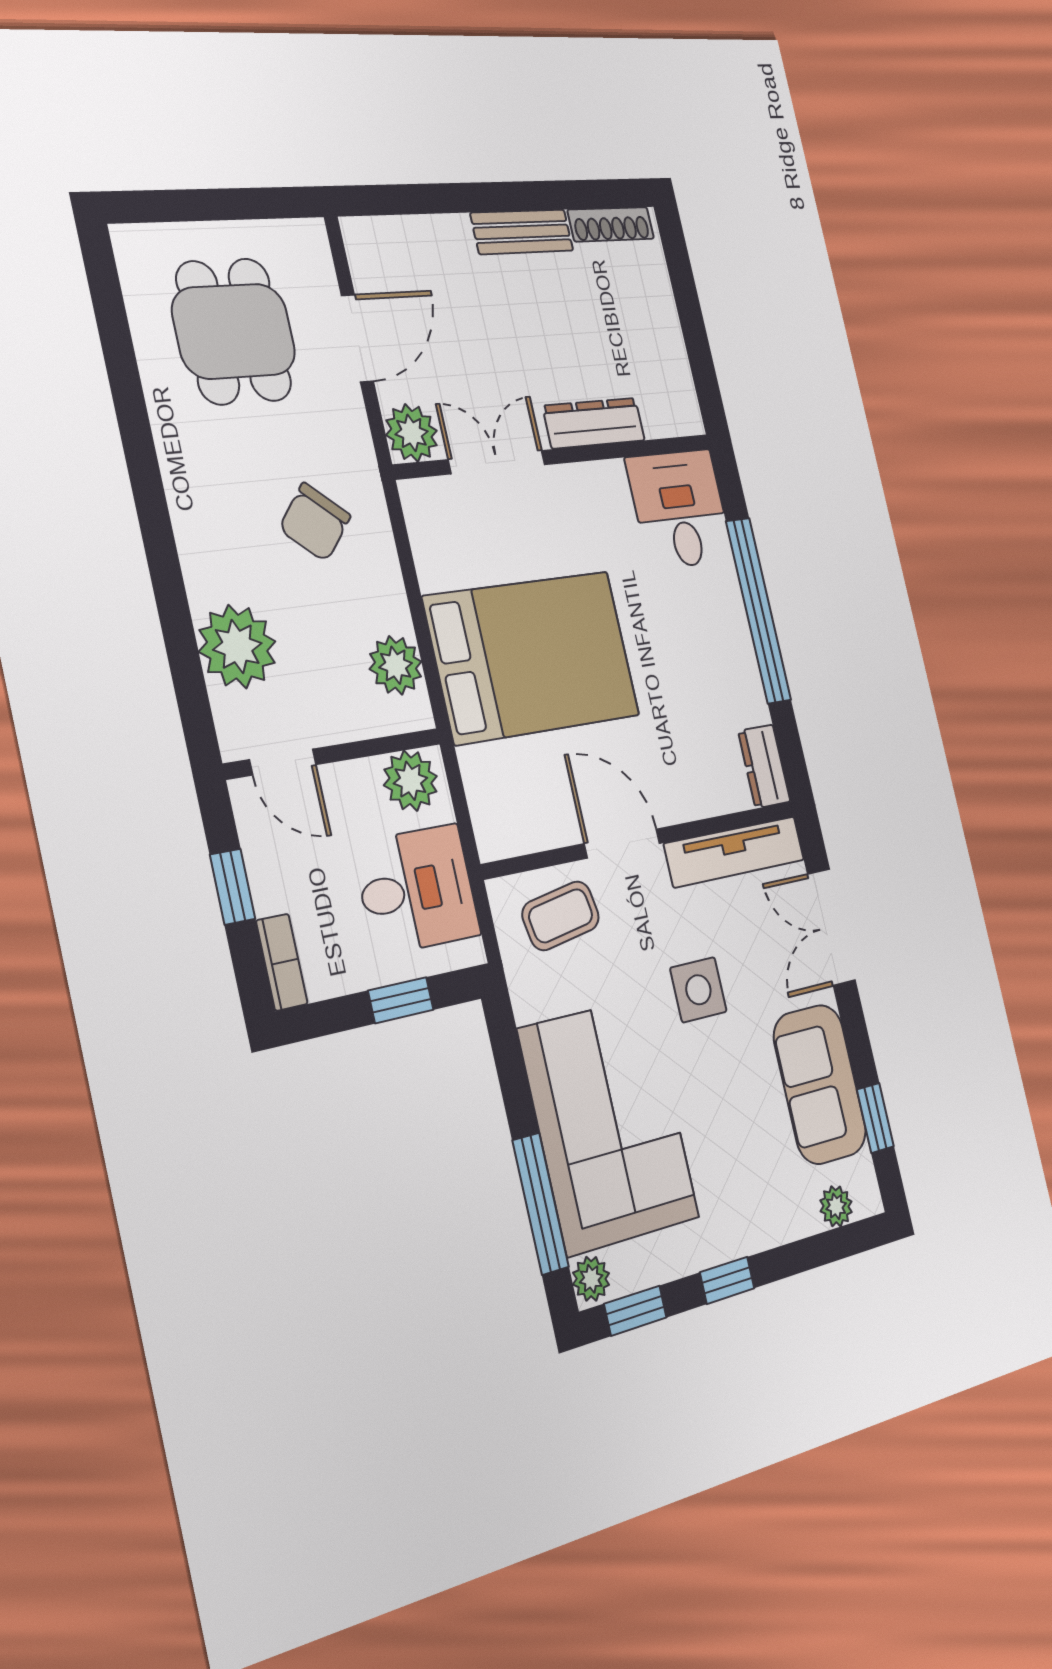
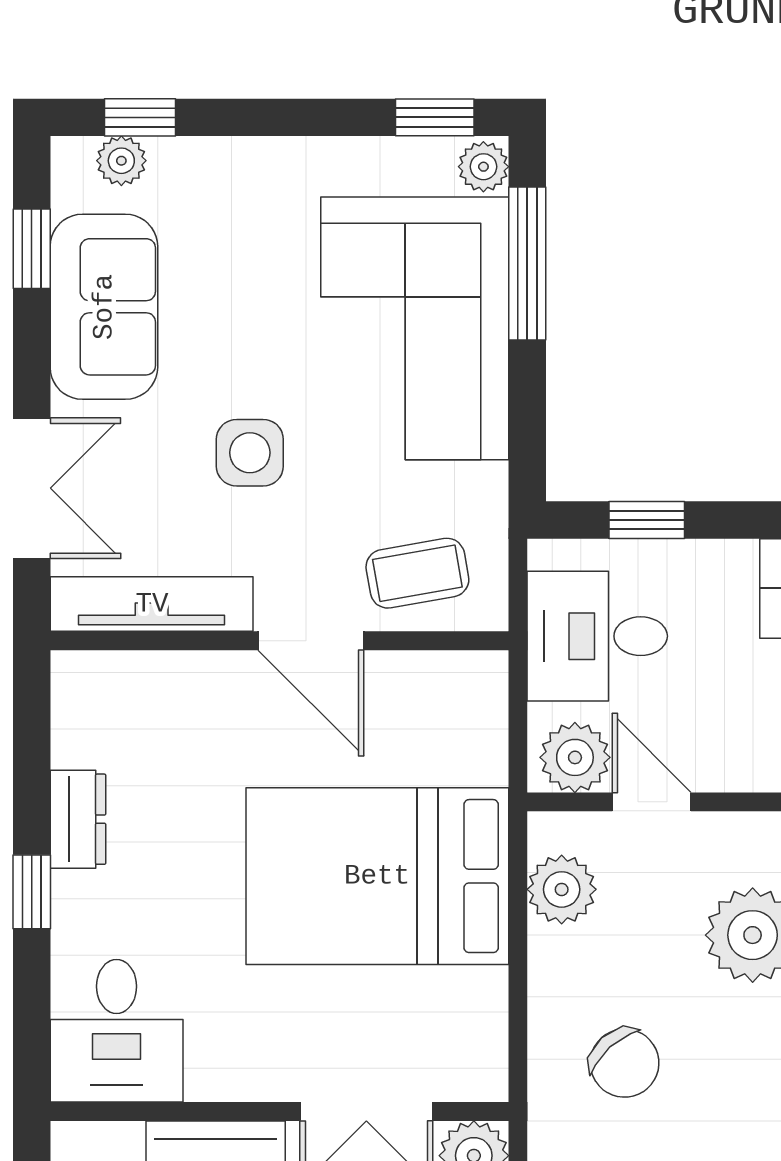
chair: (315, 522) -> (625, 1063), turned 97
window: (758, 611) -> (32, 892), width x0.32
door: (283, 762) -> (652, 802), moved
dresser: (764, 766) -> (78, 819), moved
window: (727, 1280) -> (140, 117), moved

